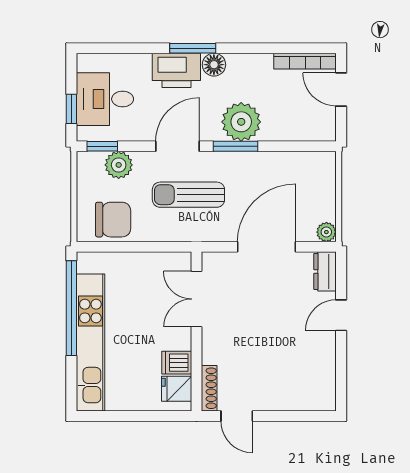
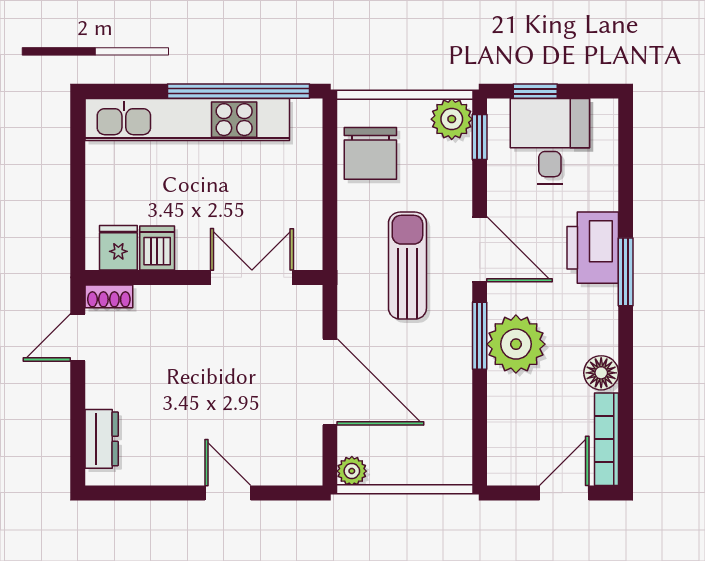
floor lamp: (214, 65) -> (601, 373), moved
plant: (119, 165) -> (452, 119), moved
dresser: (325, 271) -> (102, 439), moved, turned 90
shoe rack: (209, 388) -> (109, 296), width x0.70

